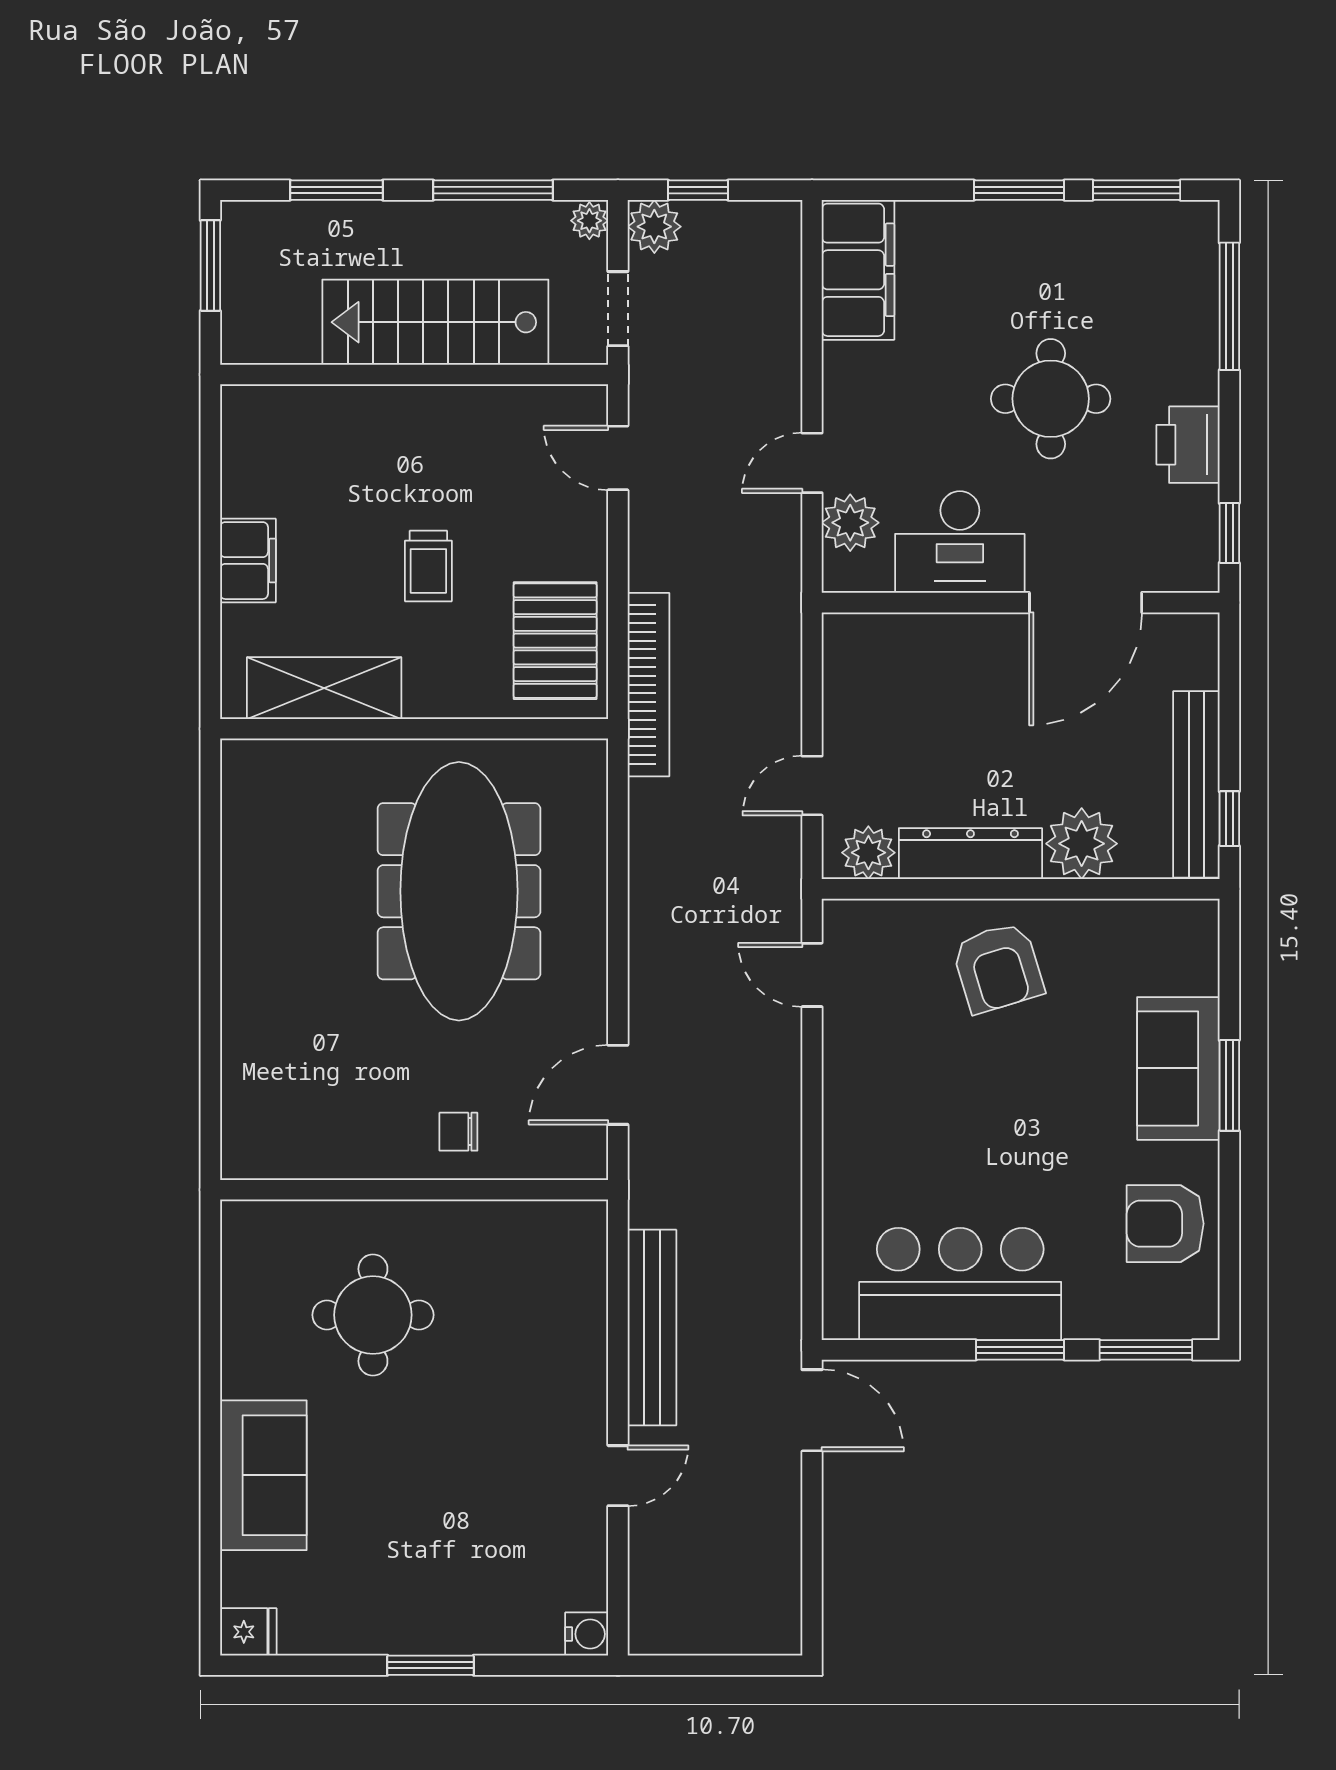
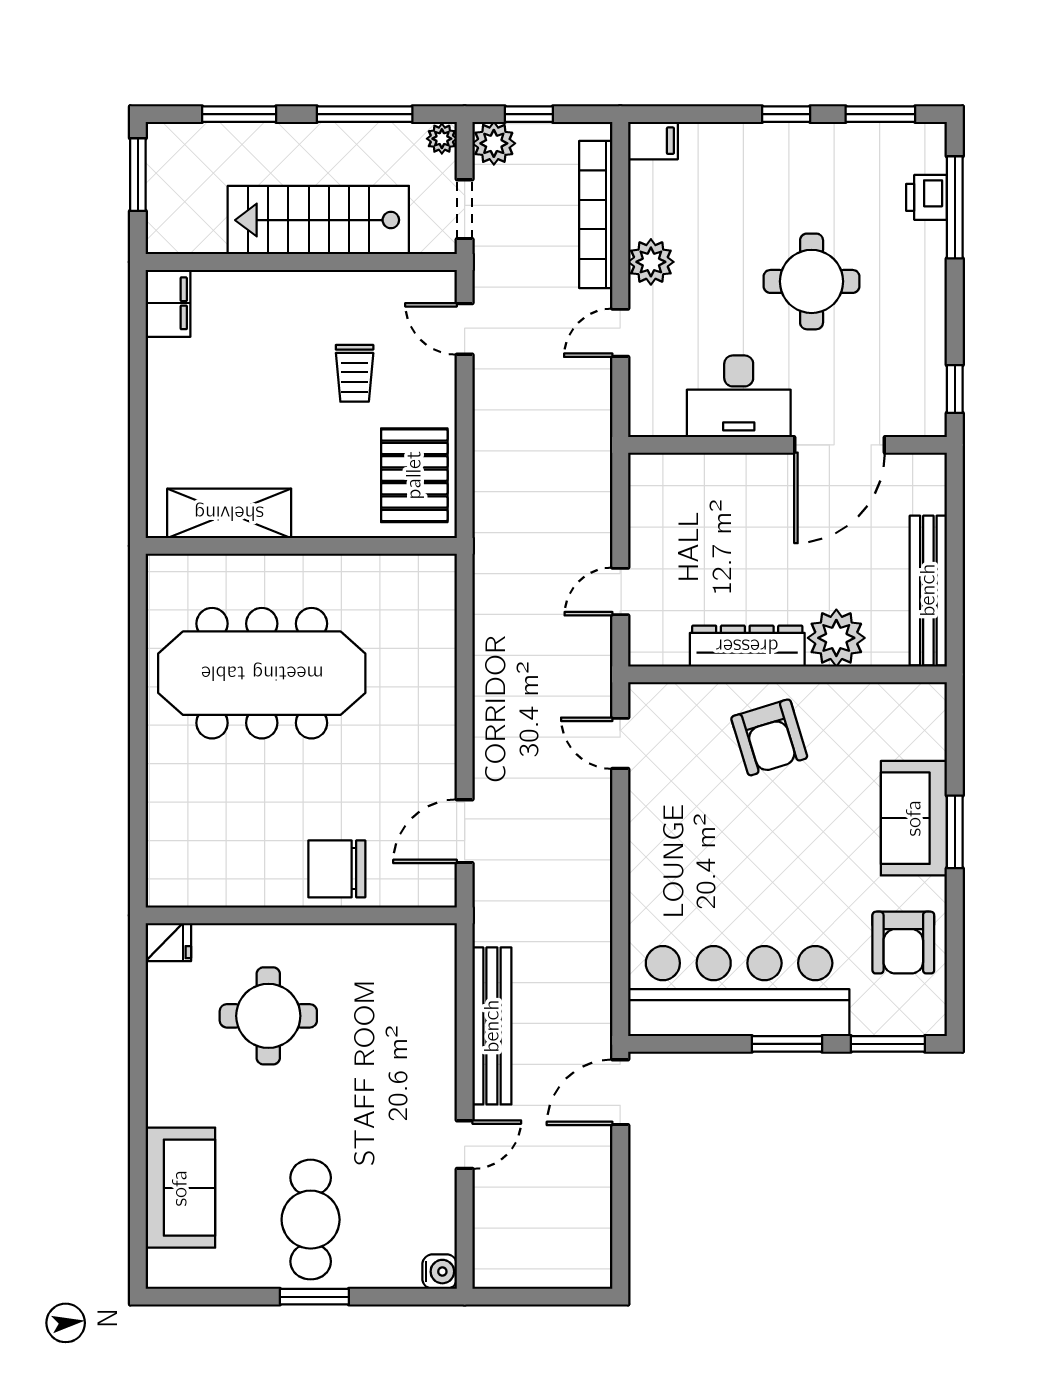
window: (1019, 190) -> (786, 114), width x0.67
filing cabinet: (858, 270) -> (653, 141), width x0.33, depth x0.86
printer: (1188, 445) -> (927, 197), moved, width x0.73, depth x0.81
plant: (850, 523) -> (651, 262), moved
filing cabinet: (248, 561) -> (168, 303), moved
trolley: (428, 566) -> (355, 373), moved
bookcase: (648, 685) -> (596, 215), moved, turned 180
window: (1229, 819) -> (955, 618), removed
plant: (868, 853) -> (665, 645), removed
meeting table: (459, 891) -> (262, 673), moved, turned 90
chair: (458, 1132) -> (337, 869), width x1.87, depth x1.87
armchair: (1165, 1224) -> (903, 943), turned -90
bar counter: (960, 1284) -> (739, 991), width x1.36
door: (812, 1410) -> (620, 1092), swing flipped
sofa: (263, 1475) -> (180, 1188), moved
cafe table: (426, 1569) -> (311, 1220), added
fridge: (248, 1632) -> (168, 942), moved

